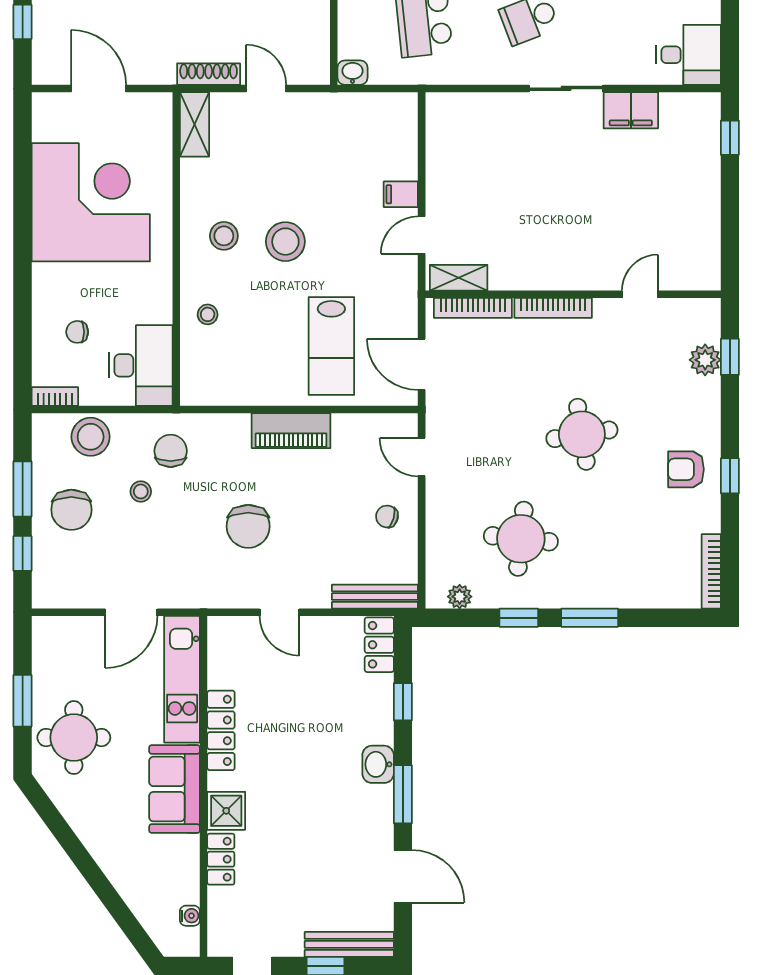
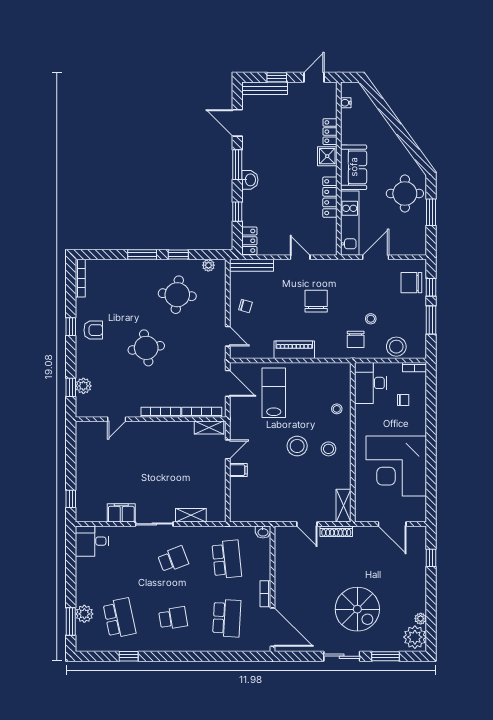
shelving: (494, 105) -> (191, 515), added
chair: (71, 510) -> (411, 283), moved, turned -90

